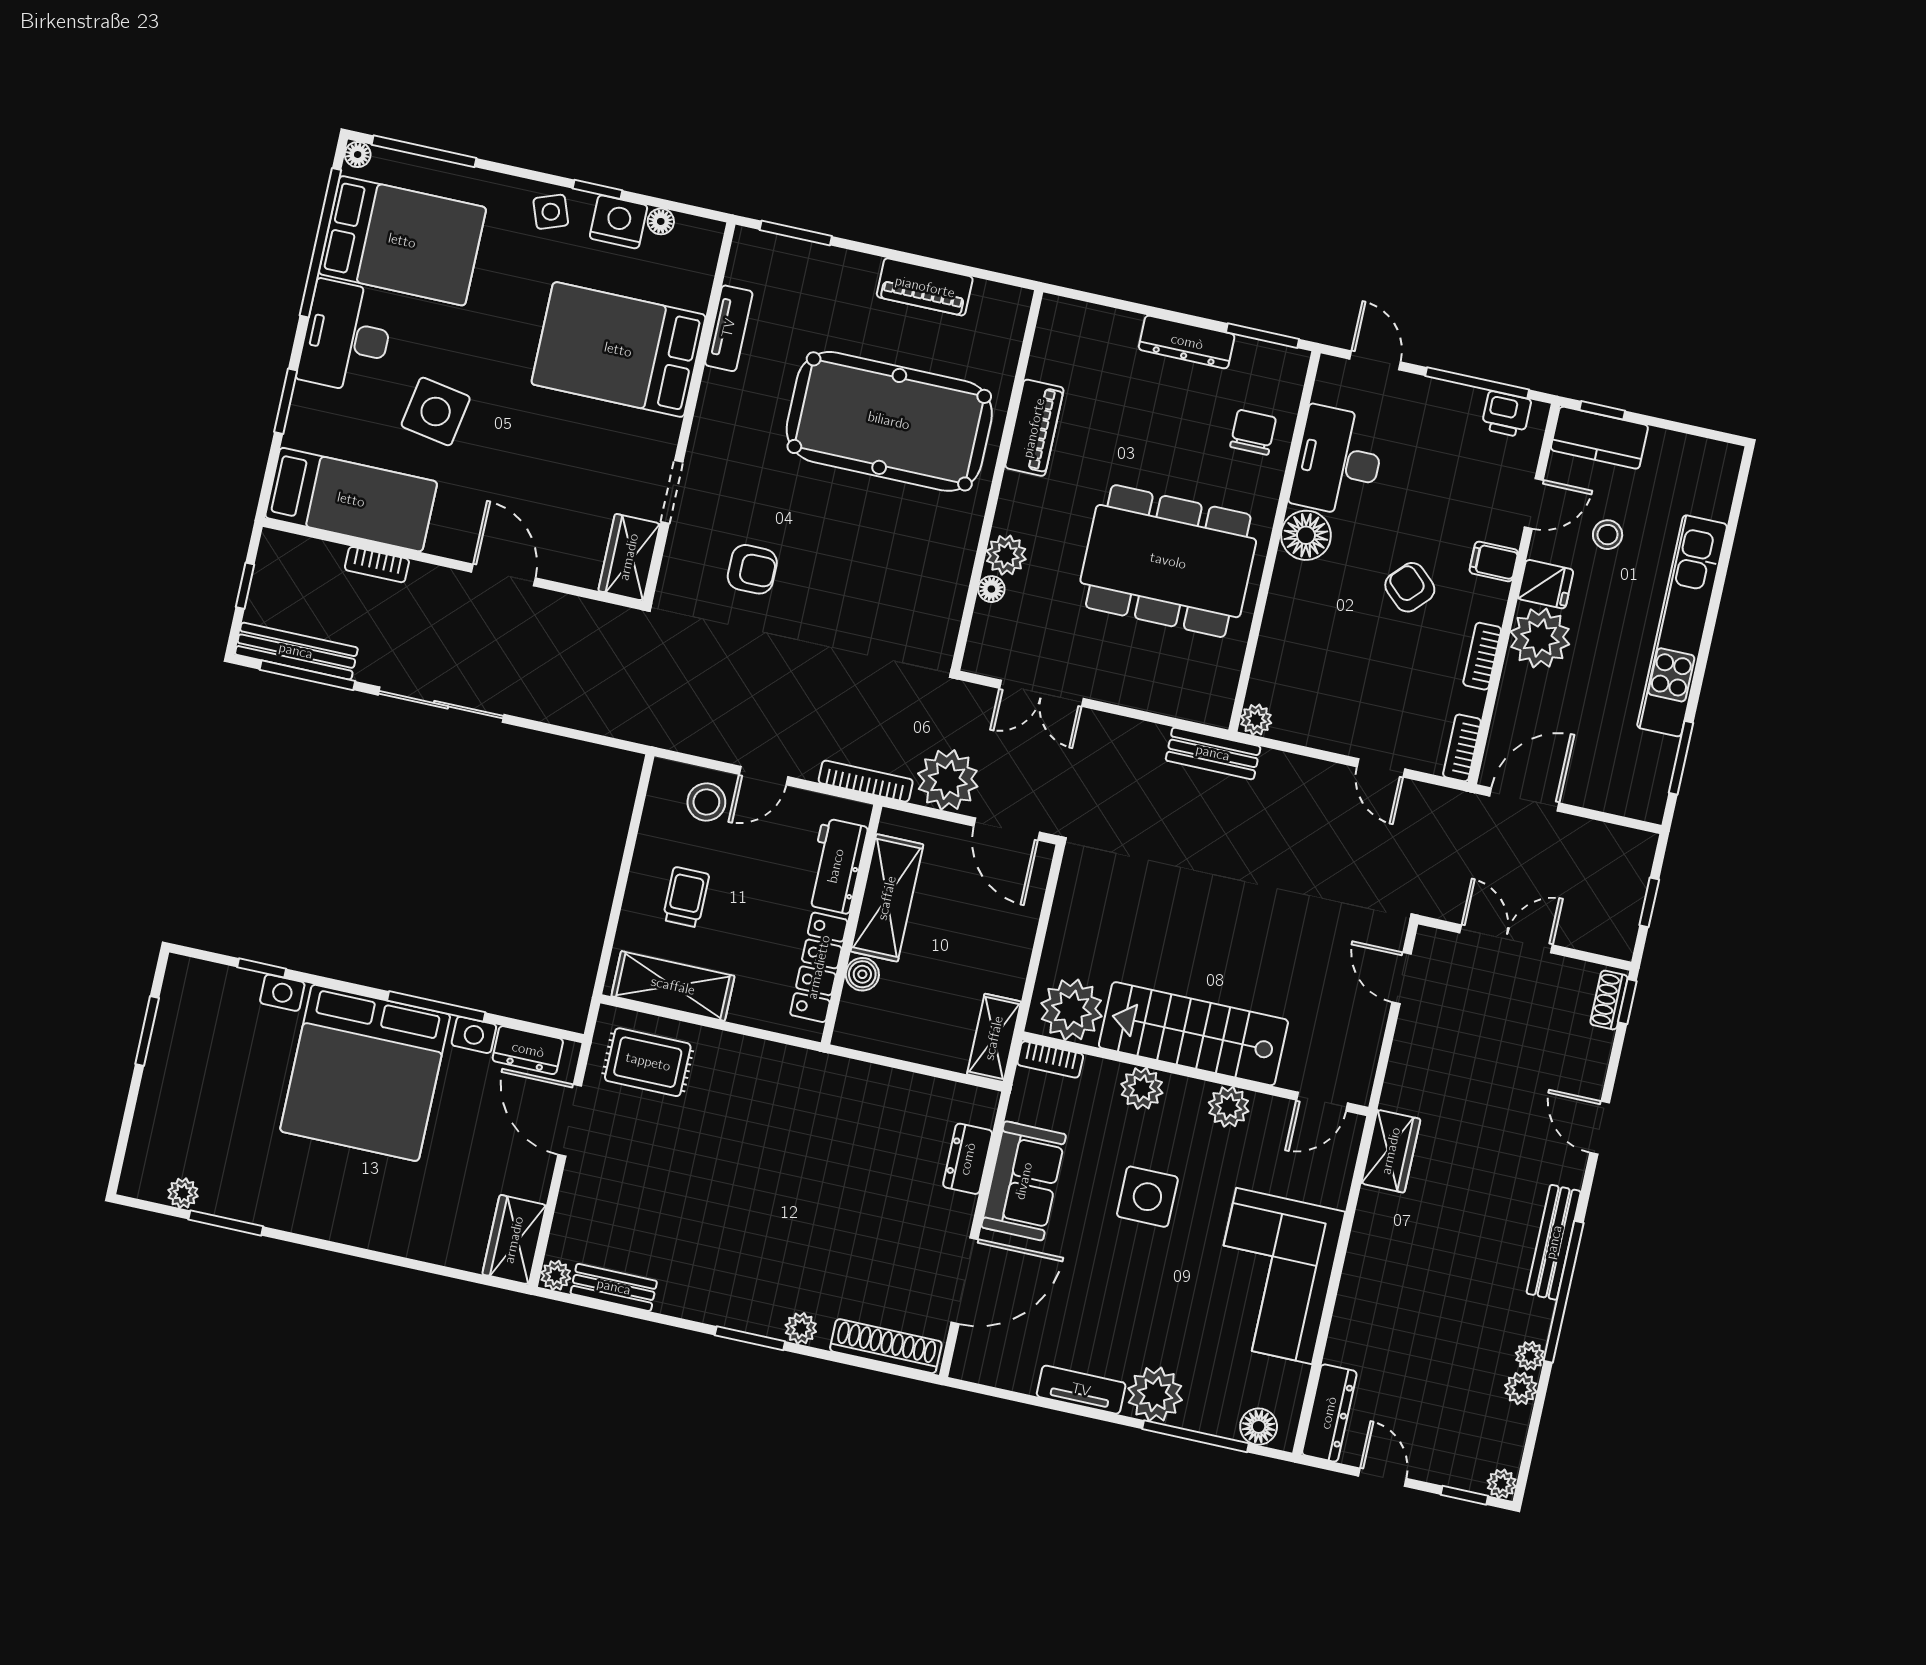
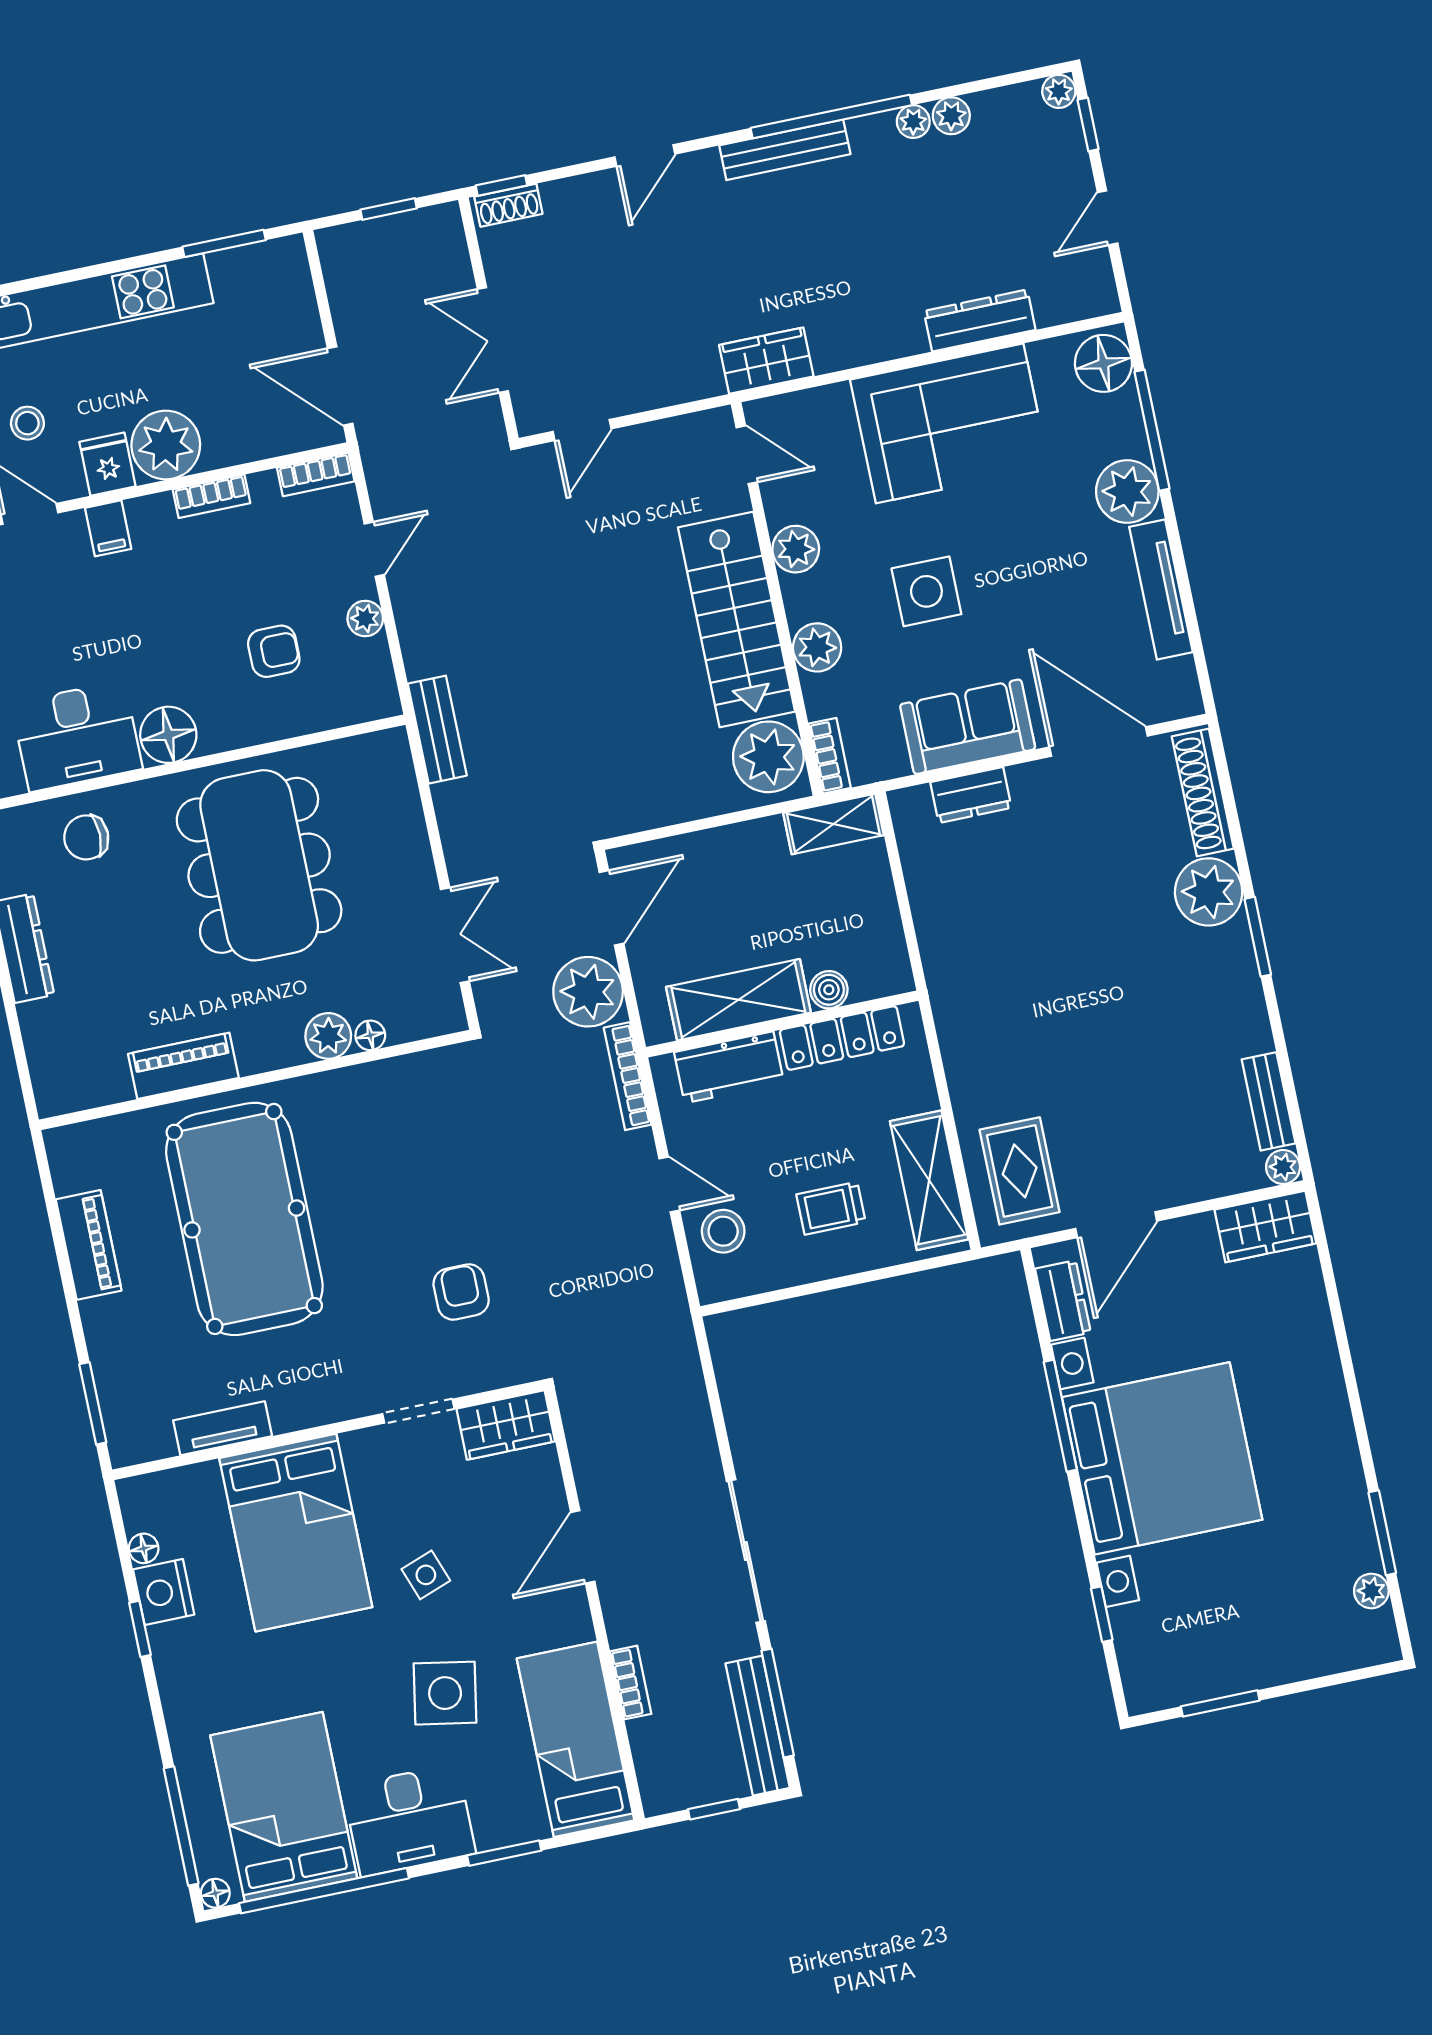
side table: (551, 212) -> (426, 1575), moved
armchair: (1410, 587) -> (274, 651), moved, turned -133
plant: (1256, 720) -> (365, 619), moved
plant: (801, 1328) -> (1209, 892), width x1.87, depth x1.87
tv unit: (1081, 1390) -> (1161, 589), width x1.41
dresser: (1329, 1413) -> (980, 320), moved
floor lamp: (1259, 1427) -> (1103, 363), width x1.38, depth x1.38

